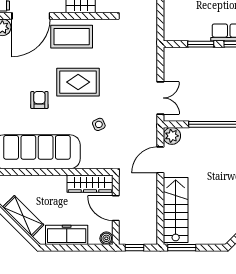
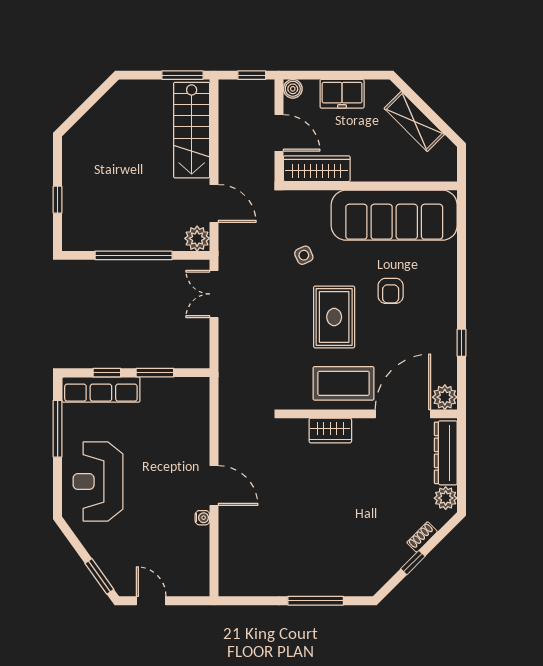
rug: (78, 82) -> (334, 317), turned 90
door: (160, 160) -> (214, 203), hinge flipped
freezer: (67, 235) -> (342, 94), width x0.71

